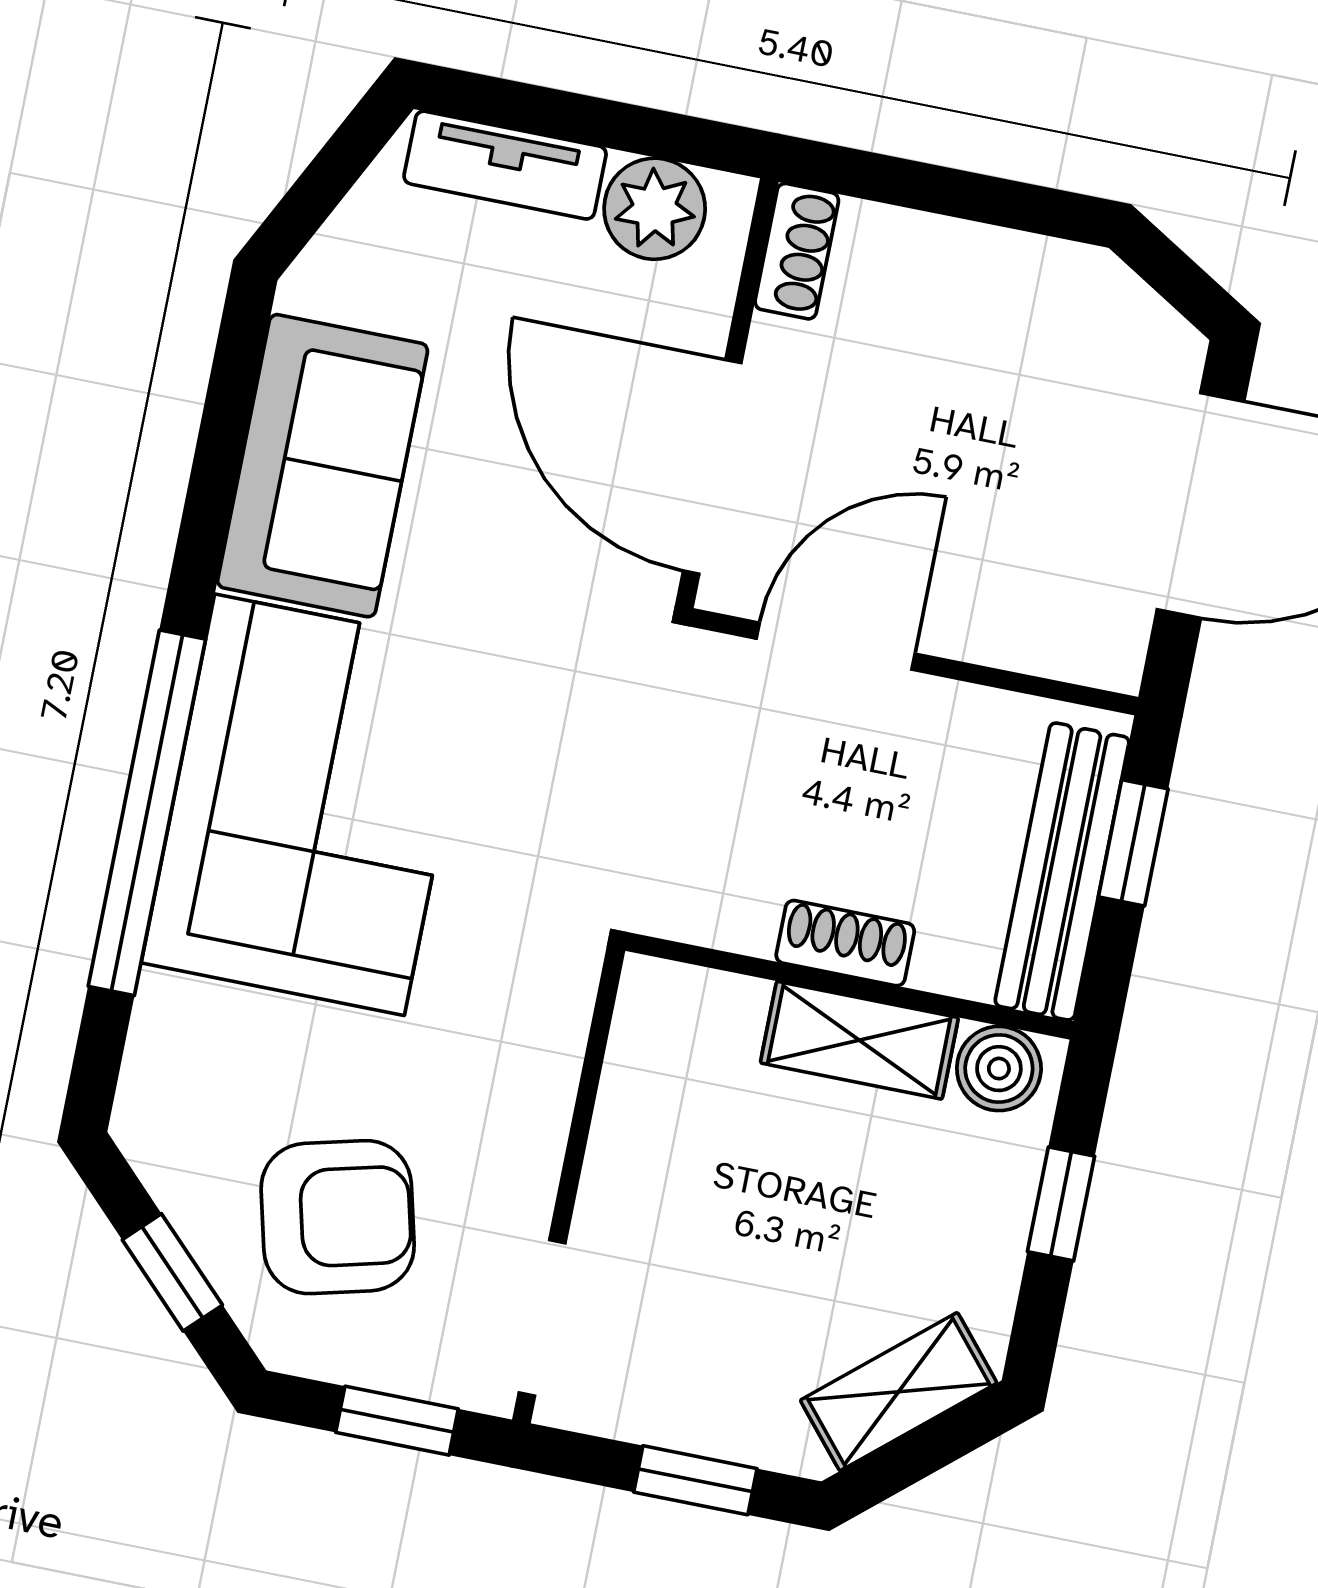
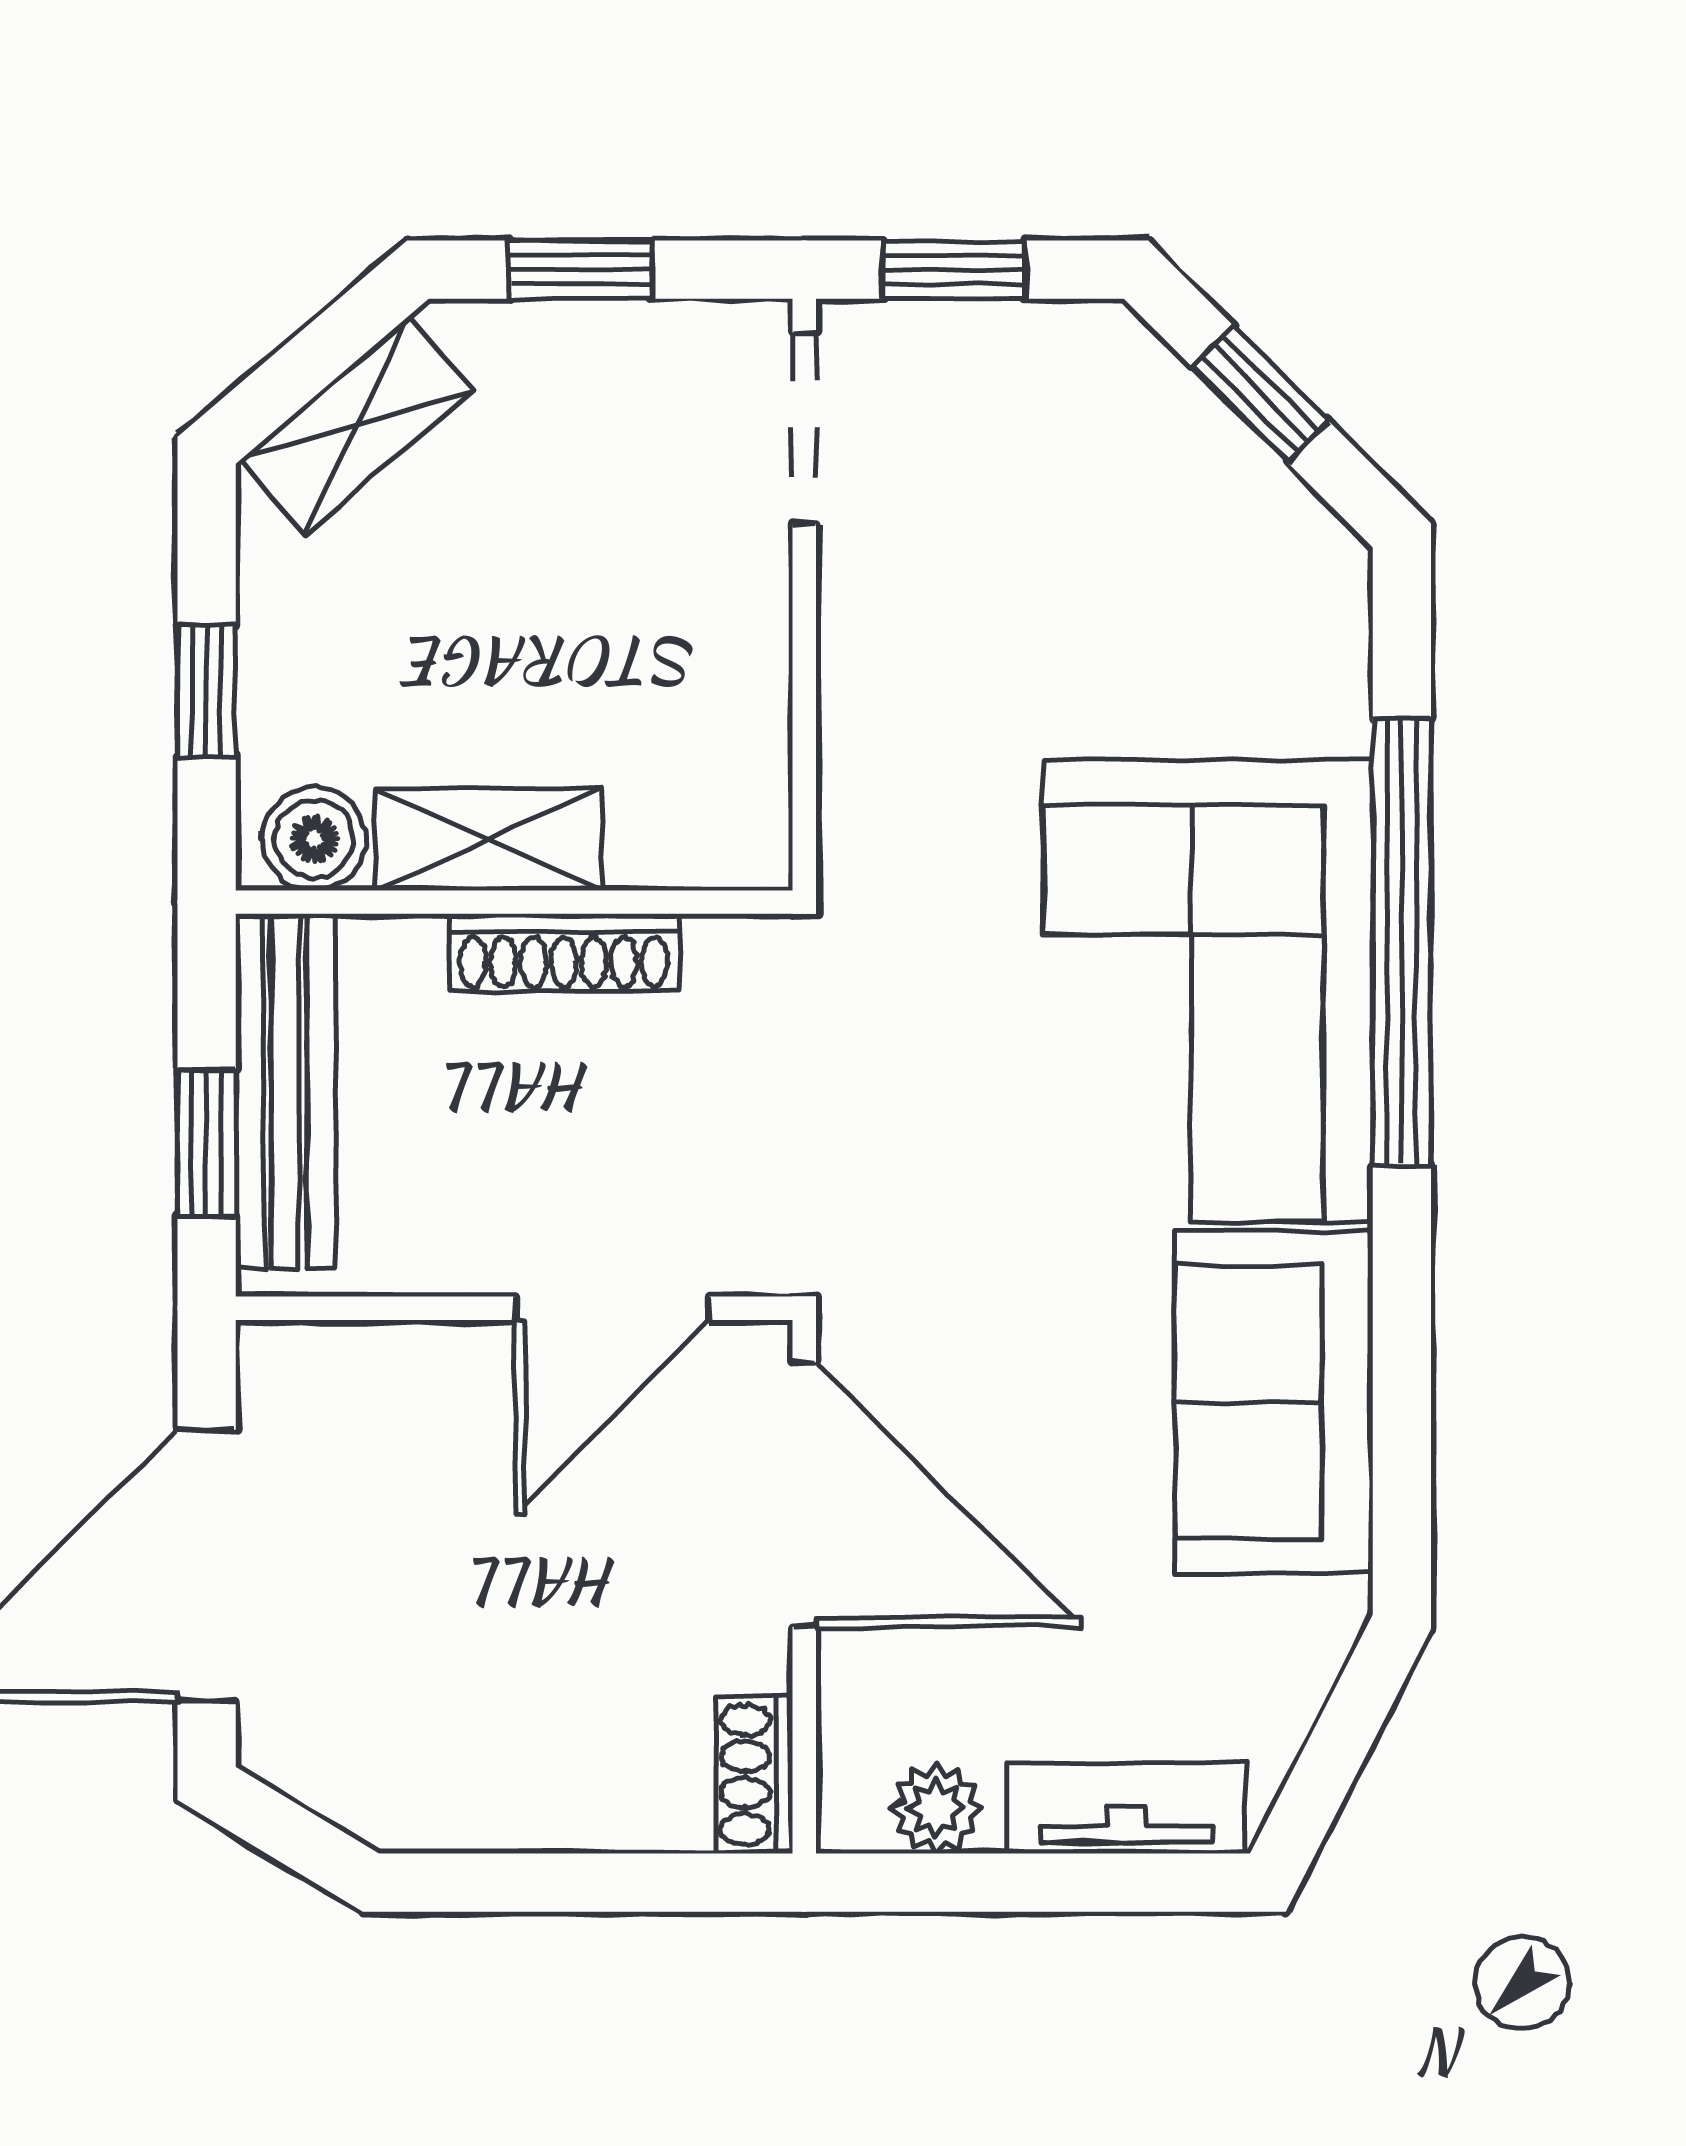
plant: (655, 209) -> (936, 1808), width x0.73, depth x0.73
shoe rack: (845, 943) -> (564, 953), width x1.43
armchair: (338, 1217) -> (1075, 501), removed

